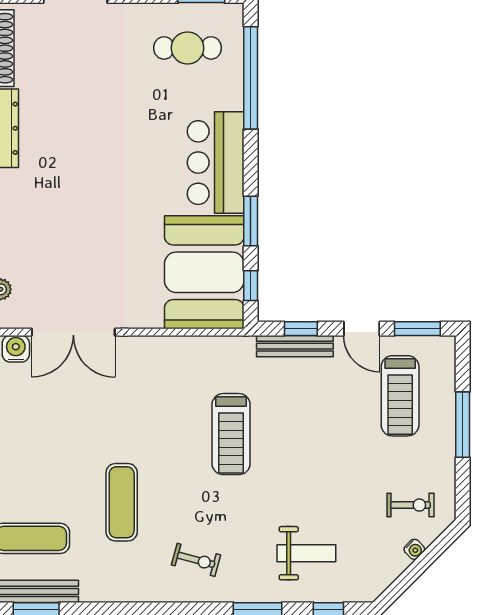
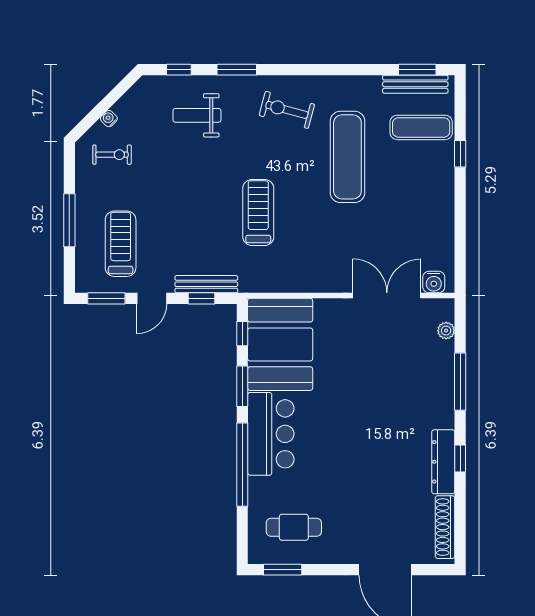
window: (251, 78) -> (242, 465), moved
door: (362, 329) -> (152, 298), swing flipped
exercise mat: (122, 502) -> (347, 157), width x1.36, depth x1.45
exercise bike: (410, 505) -> (112, 155), turned 180
exercise bike: (196, 560) -> (287, 110), width x1.38, depth x1.39

